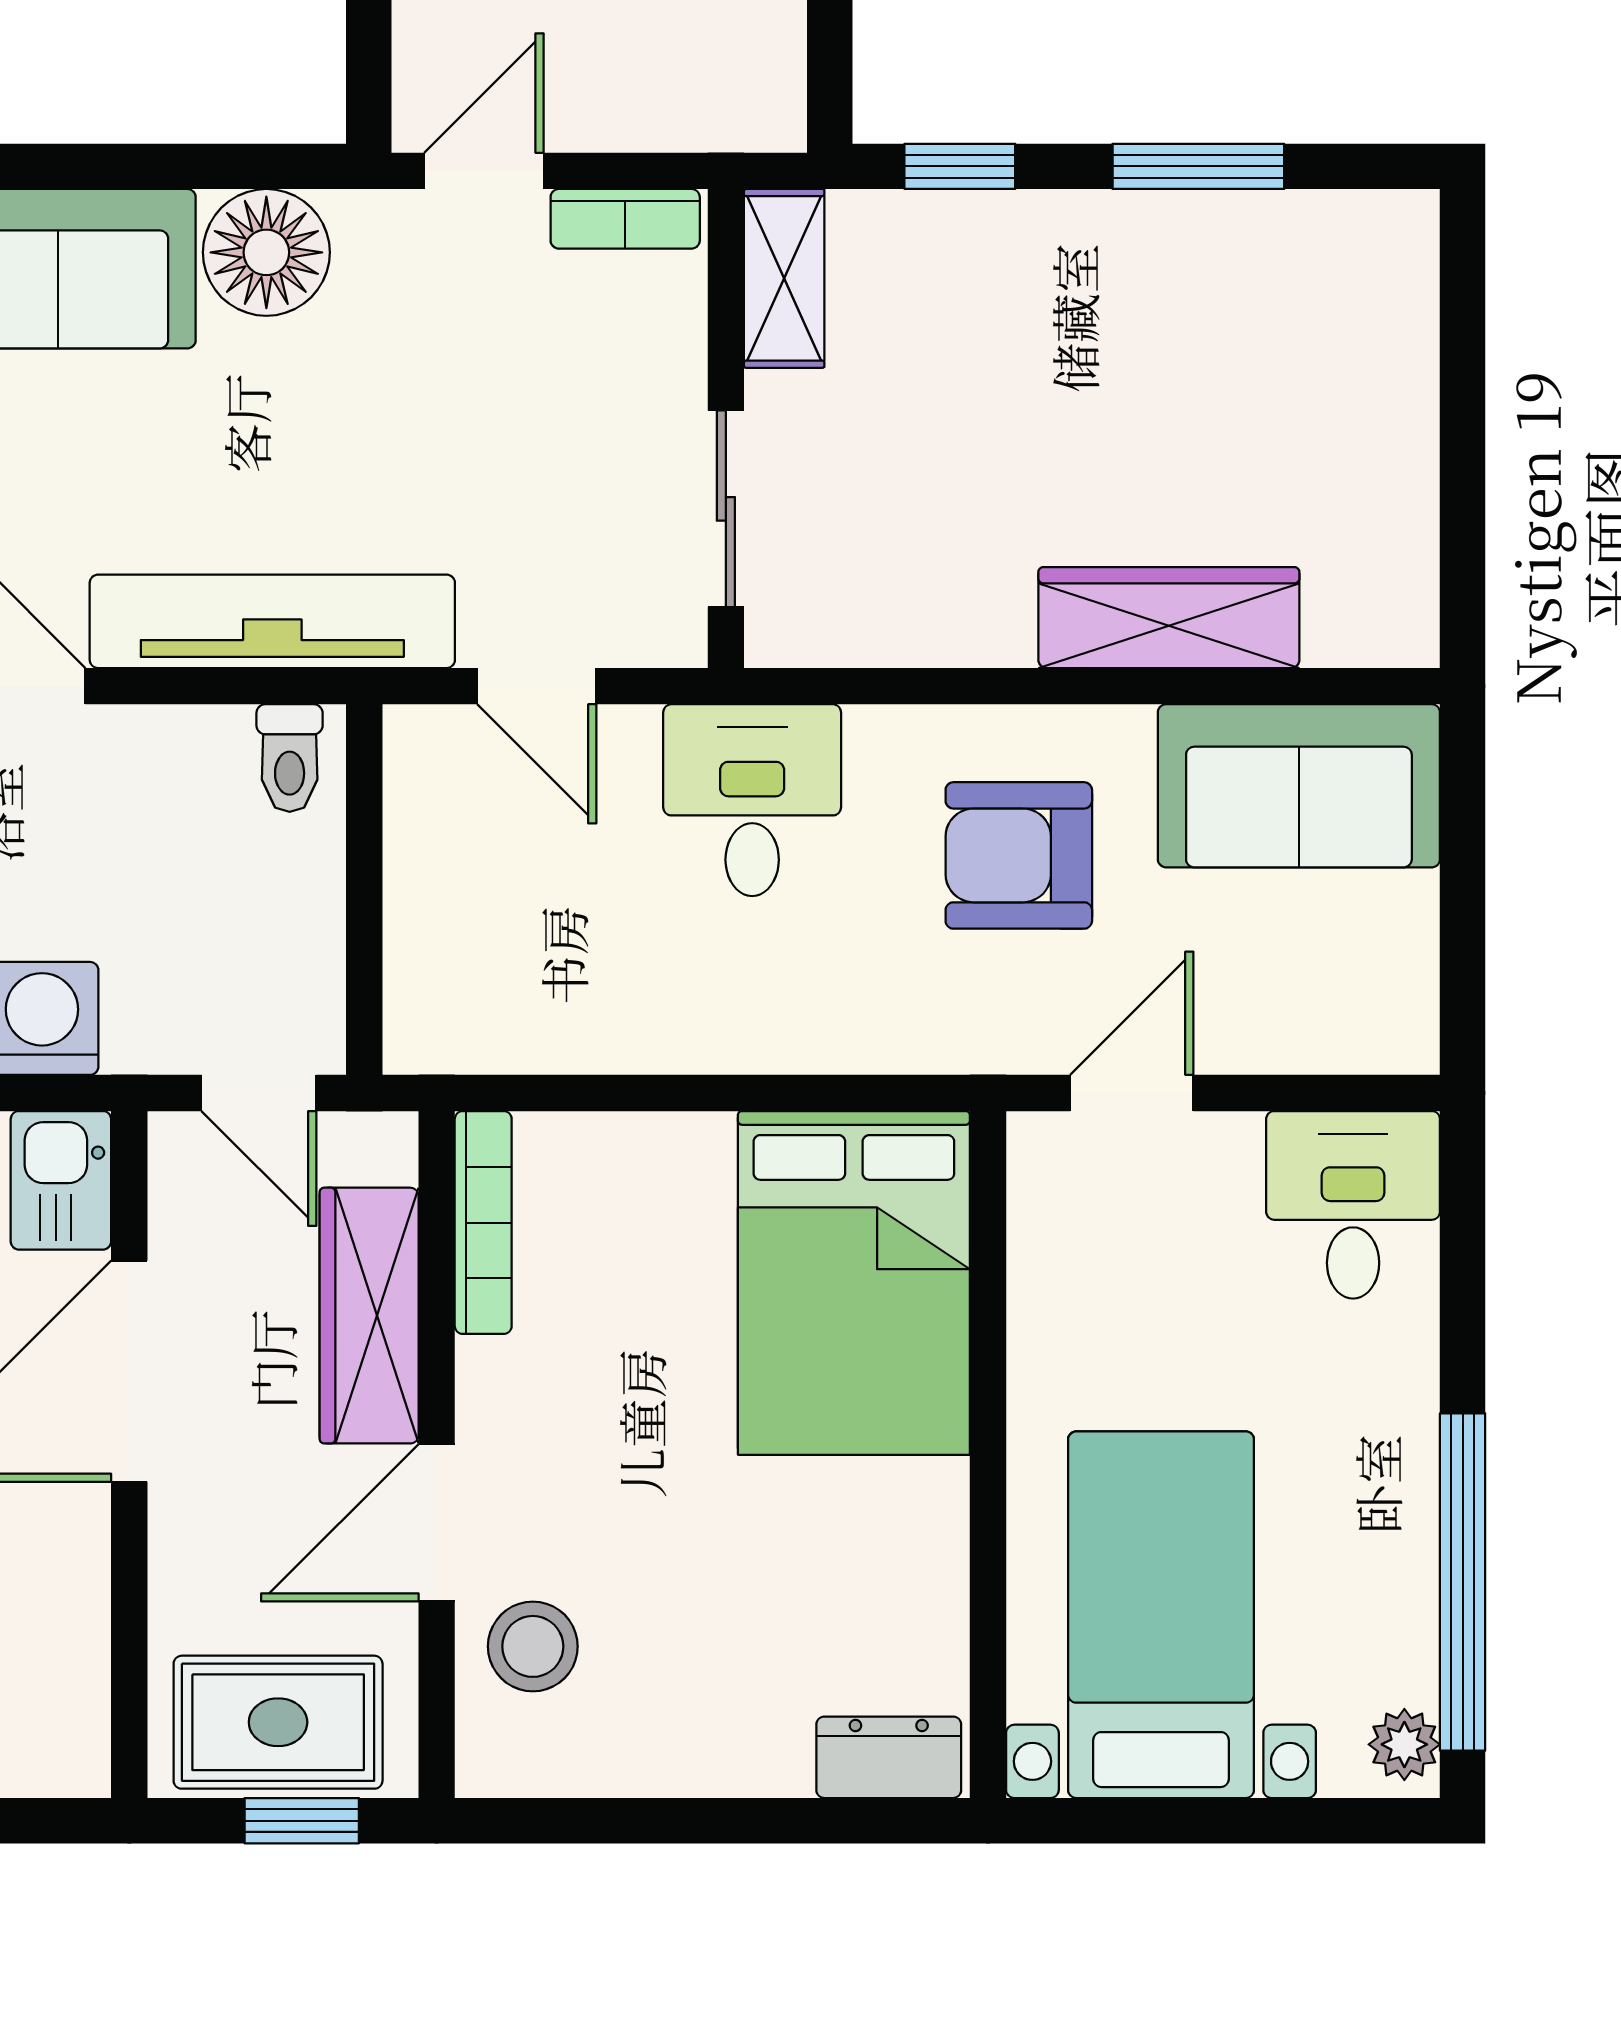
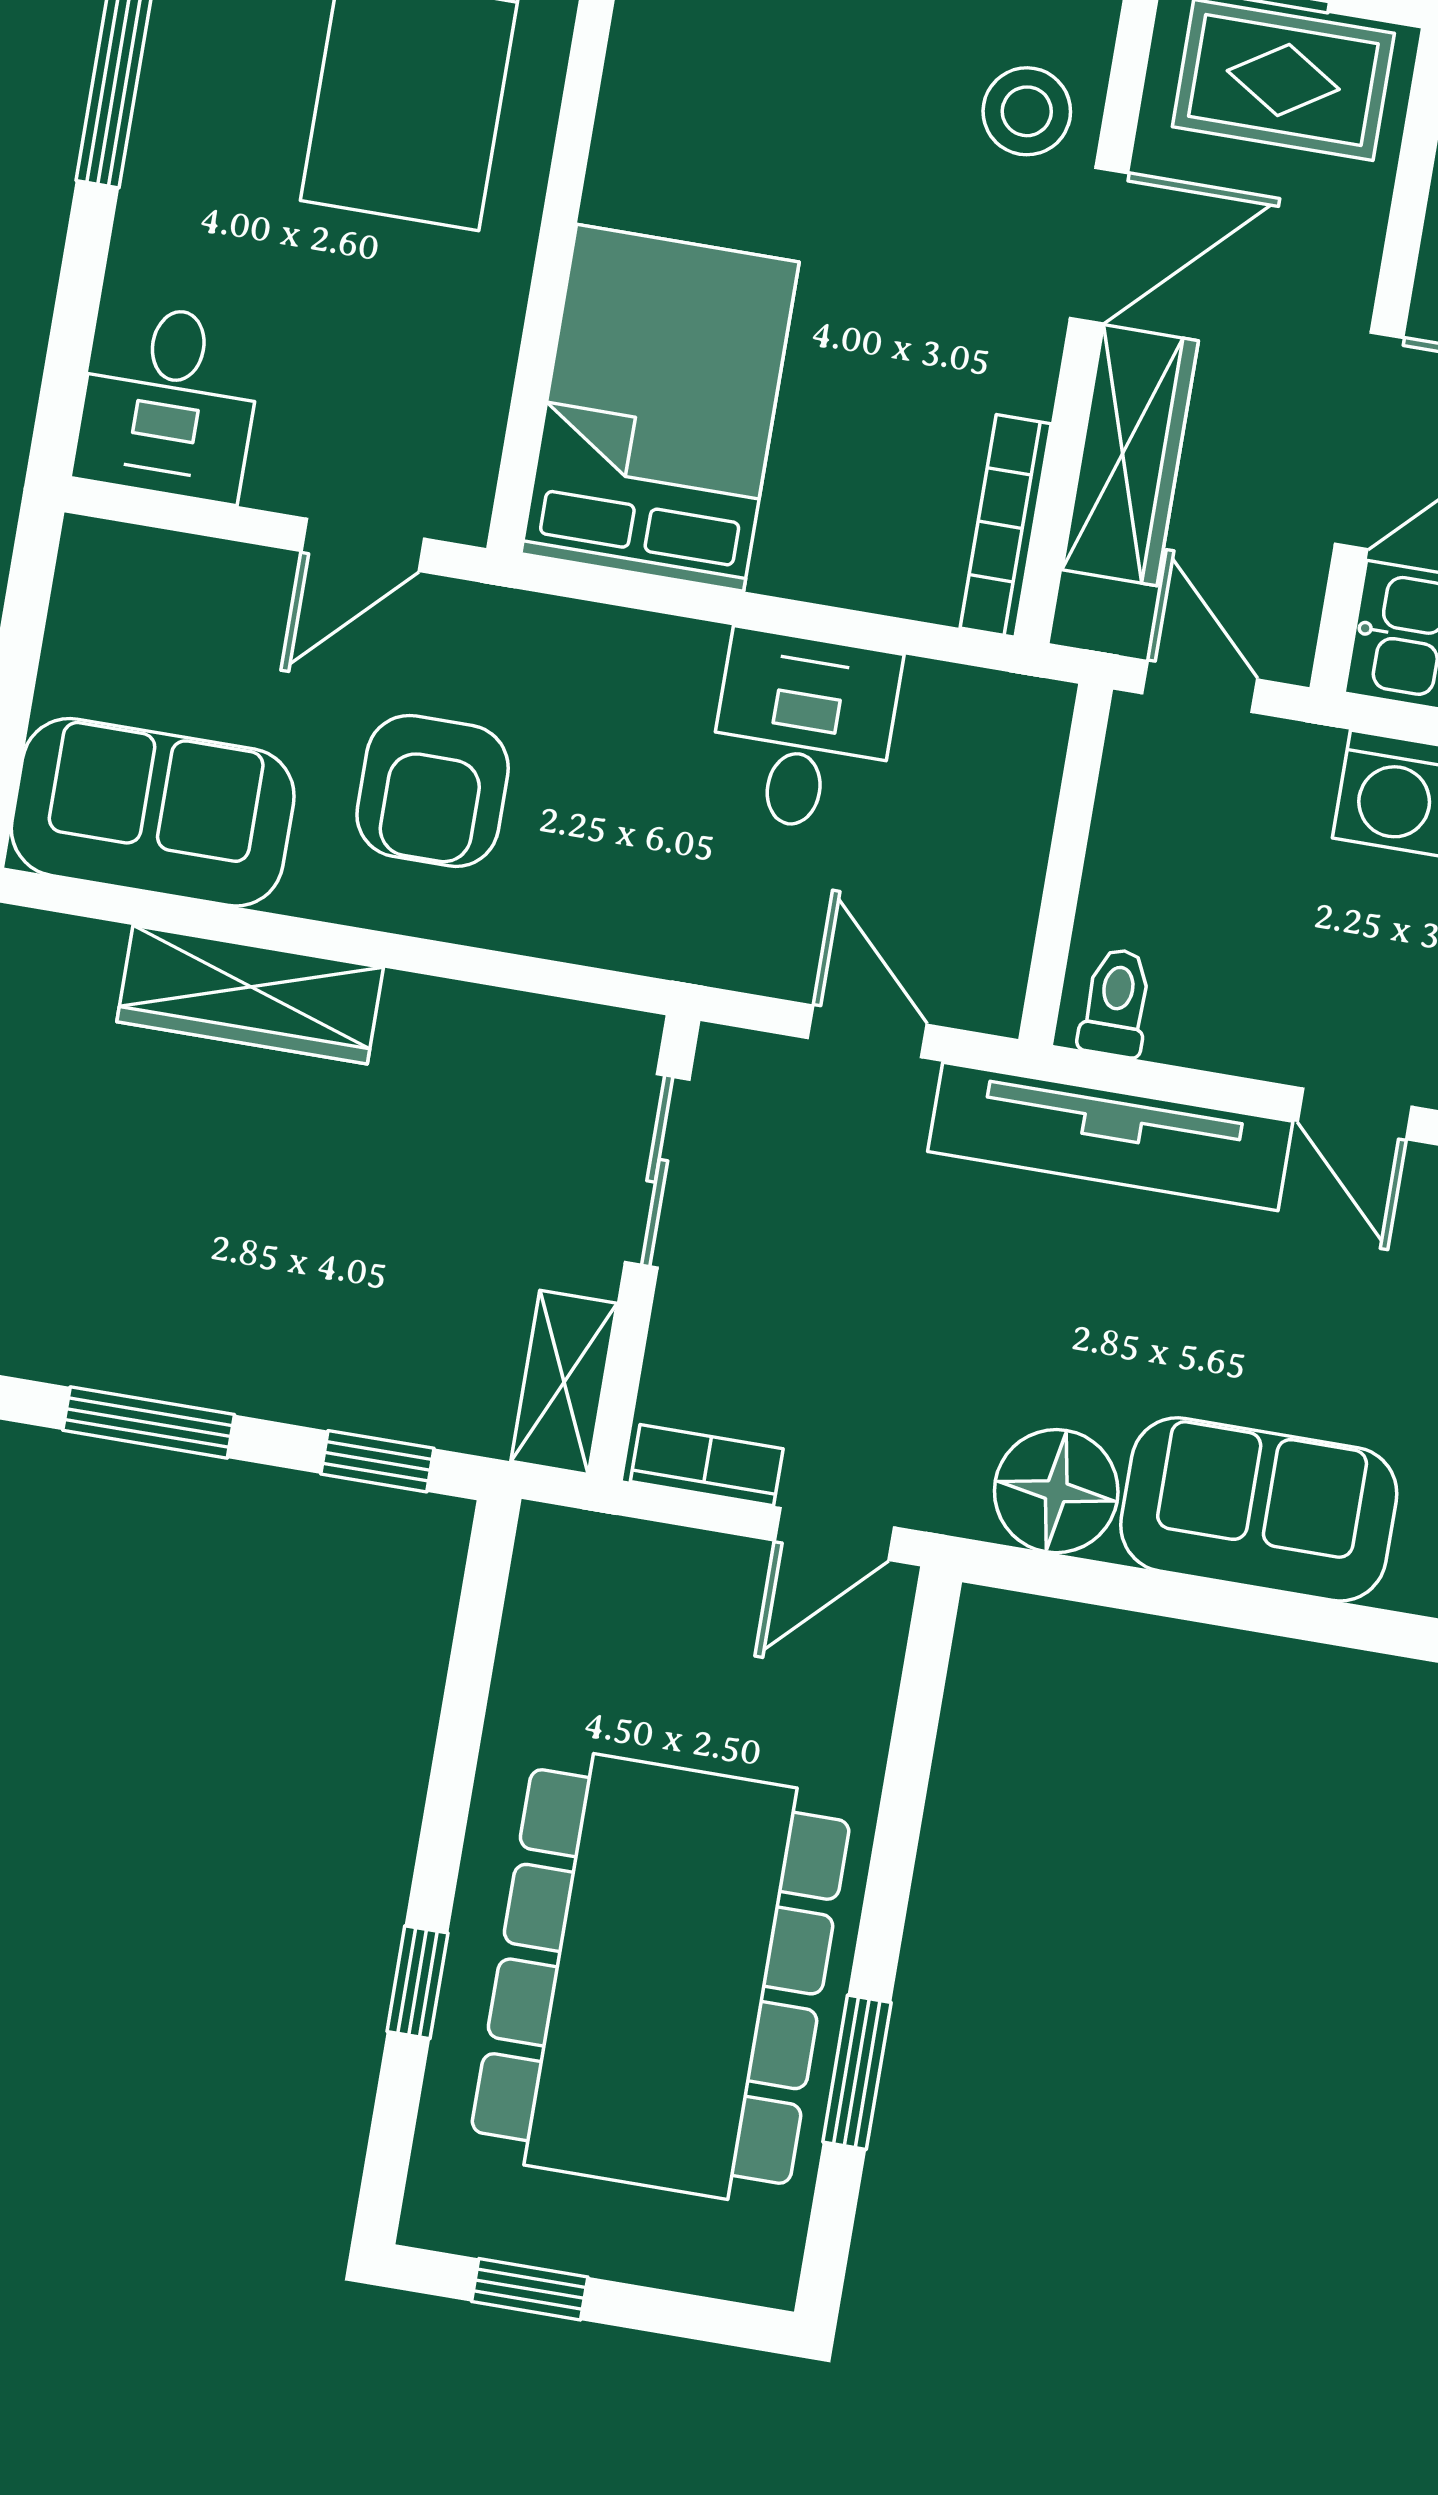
desk: (752, 800) -> (803, 732), moved, turned 180
armchair: (1019, 855) -> (433, 791), turned 90

